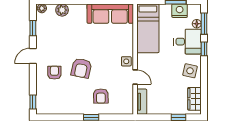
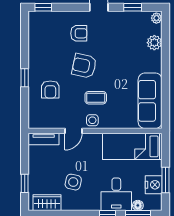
coffee table: (108, 59) -> (96, 98), added
side table: (190, 71) -> (73, 182), moved
armchair: (101, 96) -> (50, 89), turned -89

